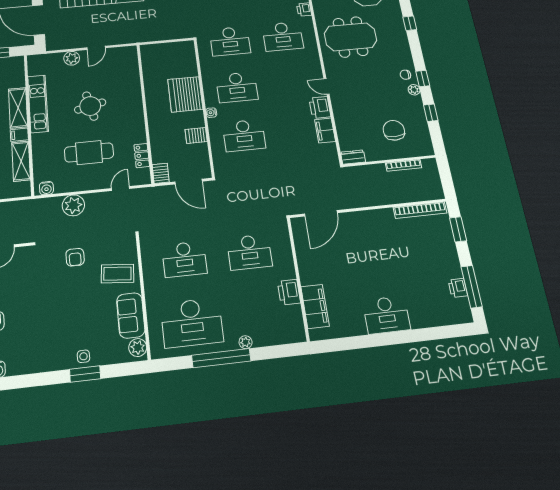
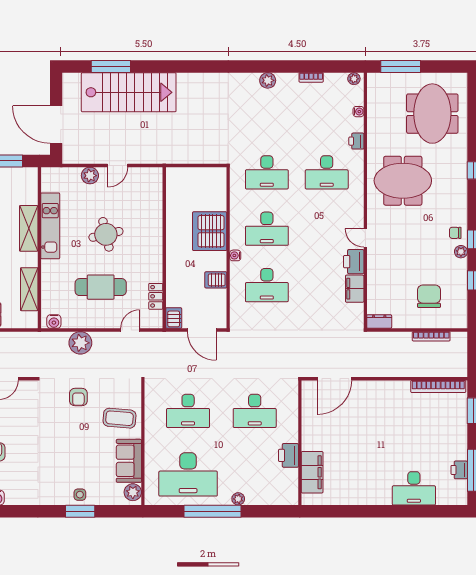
filing cabinet: (19, 135) -> (29, 259), removed
desk: (386, 315) -> (414, 488), moved

